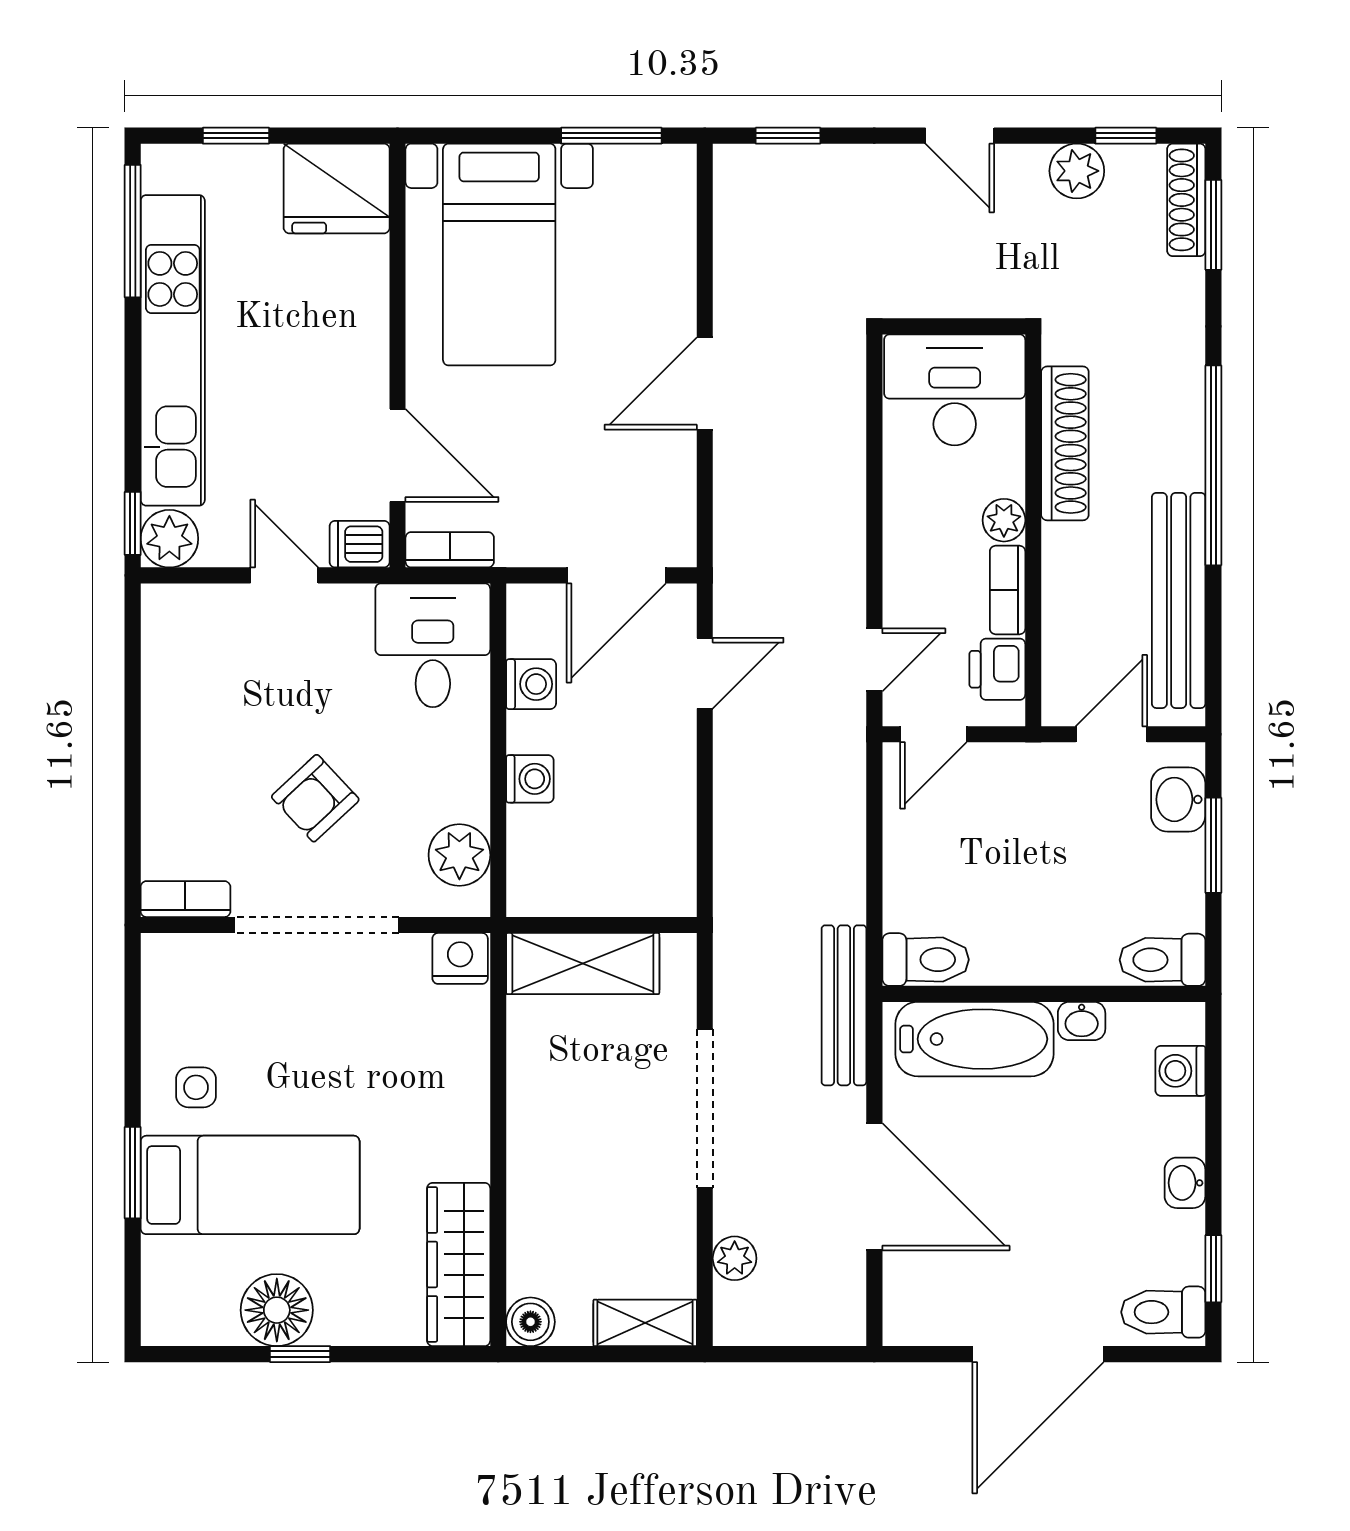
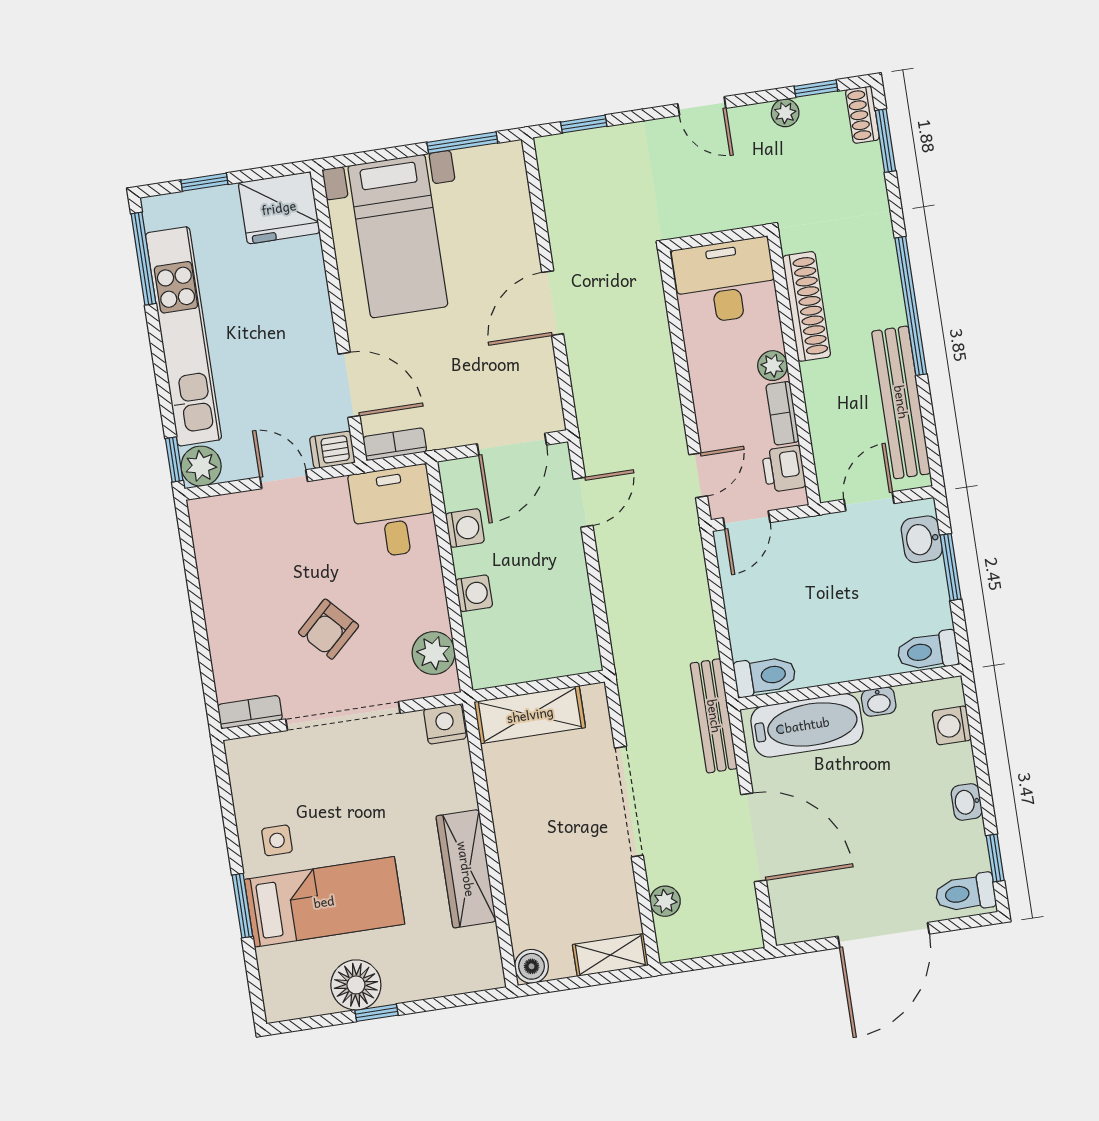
plant: (1077, 171) -> (785, 113), width x0.73, depth x0.73
shoe rack: (1186, 200) -> (862, 115), width x0.70
wardrobe: (459, 1264) -> (466, 869), moved

